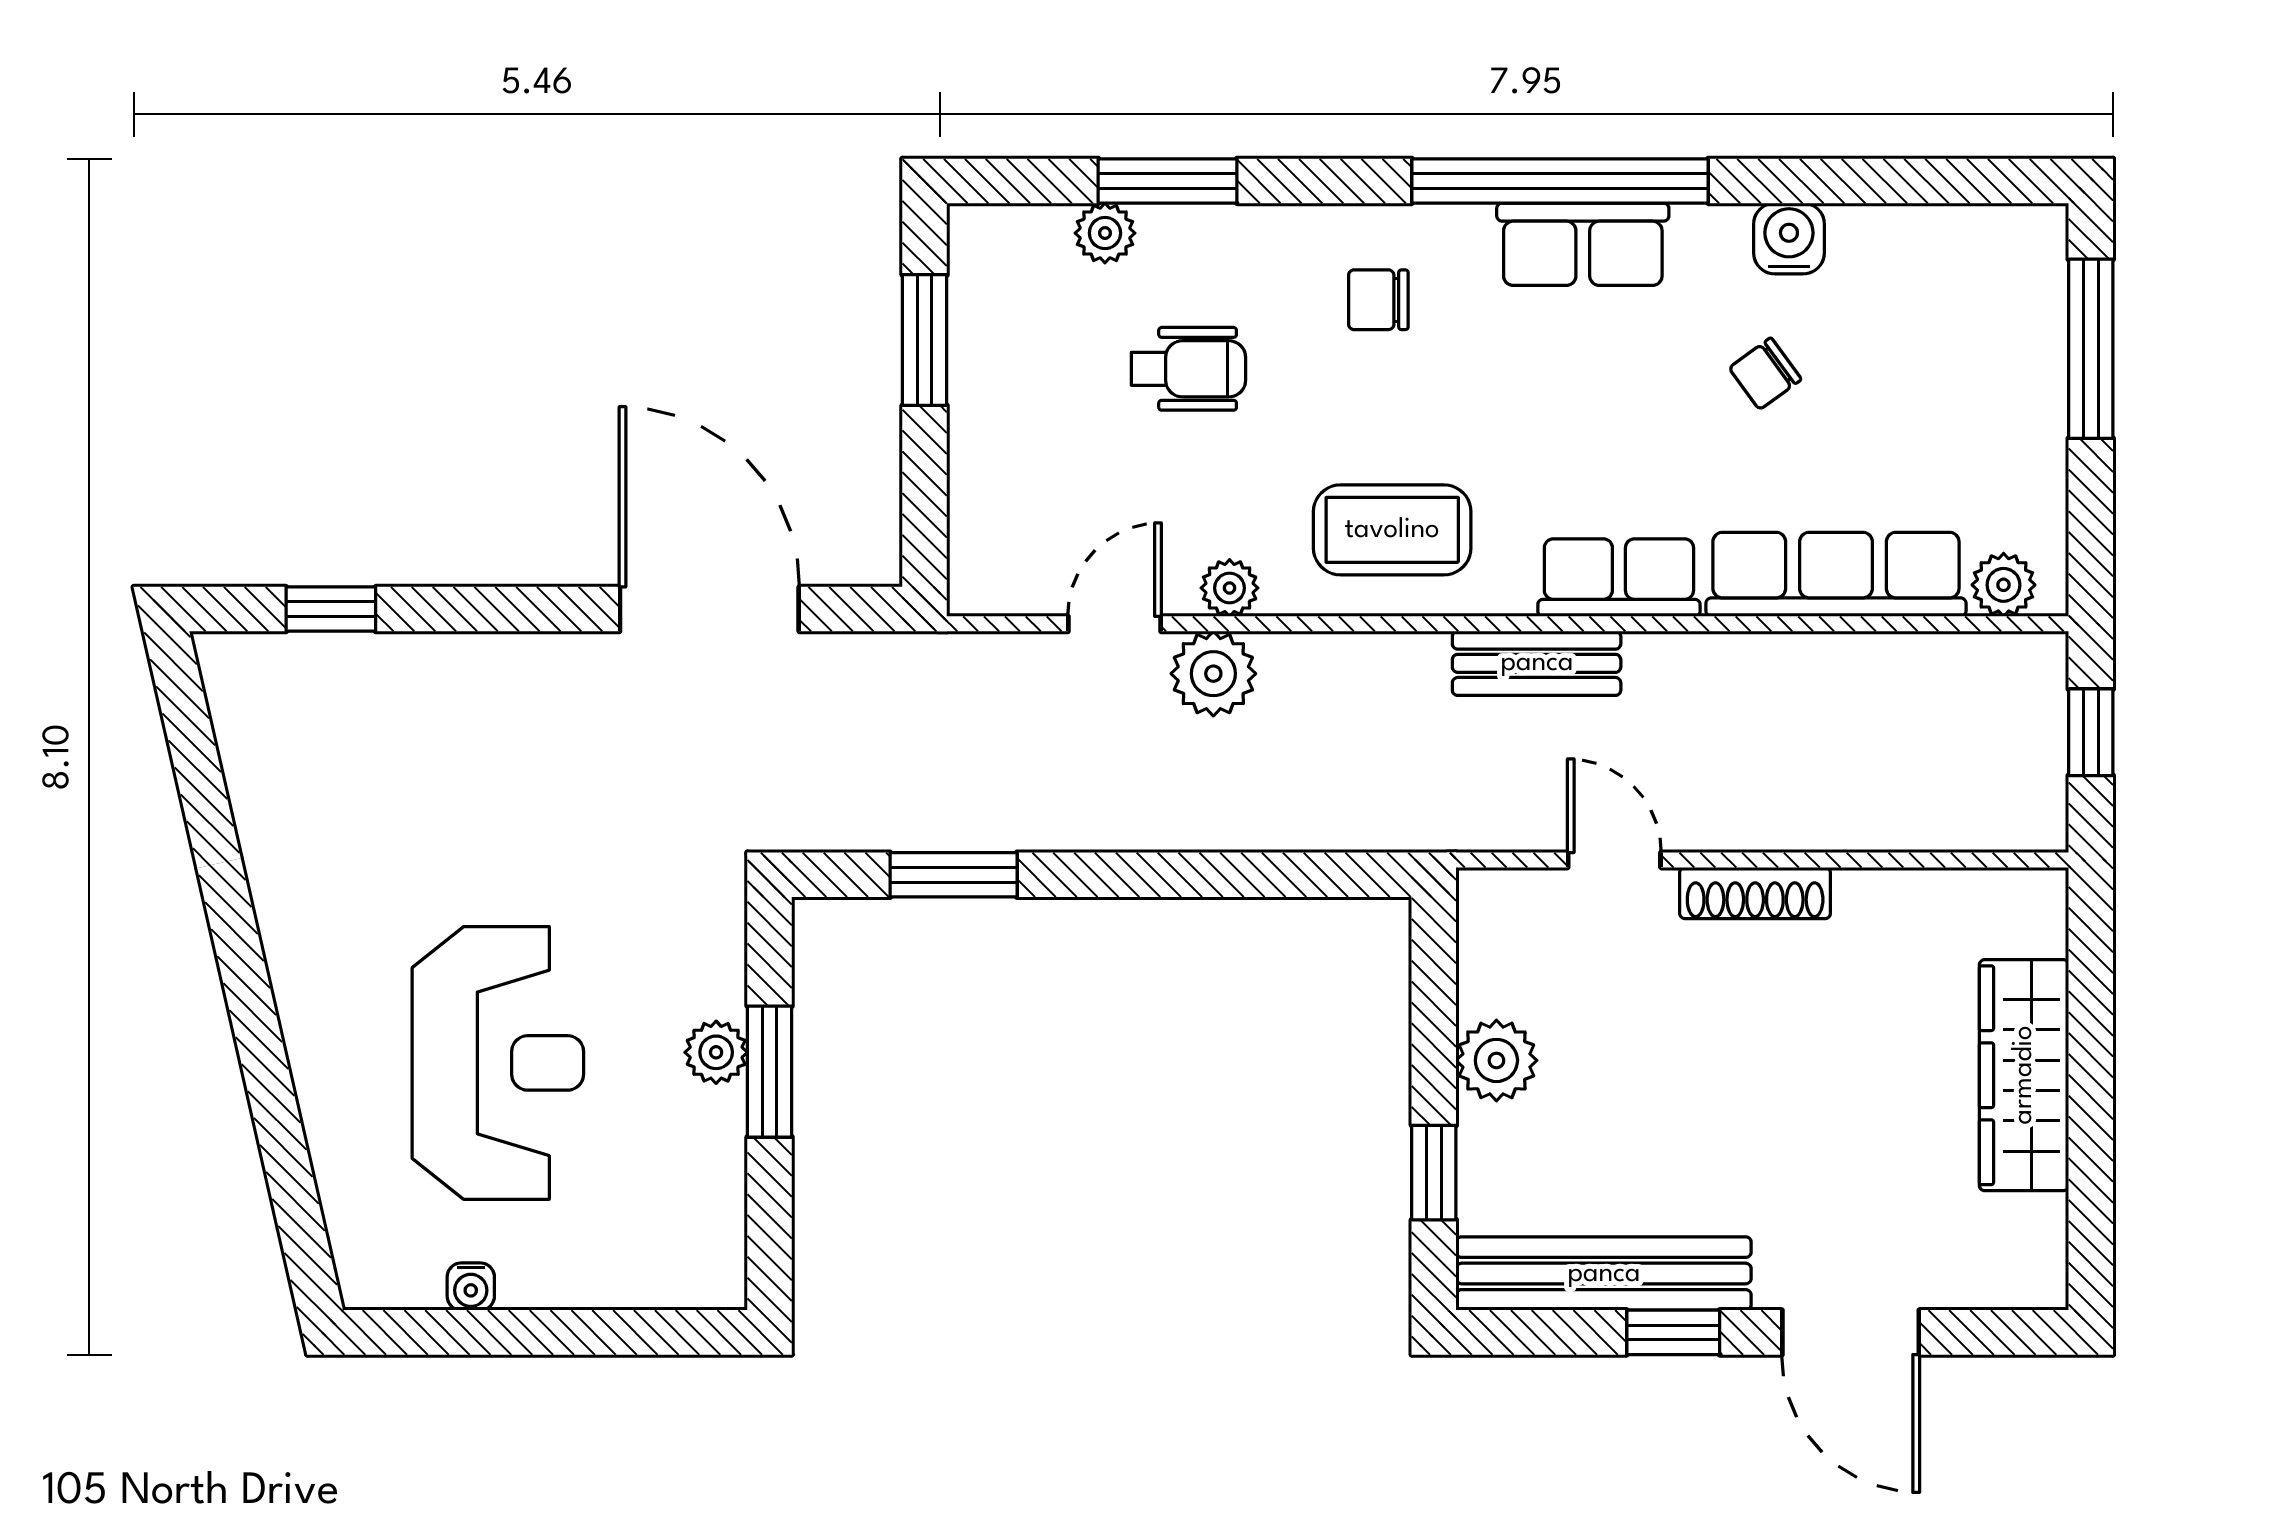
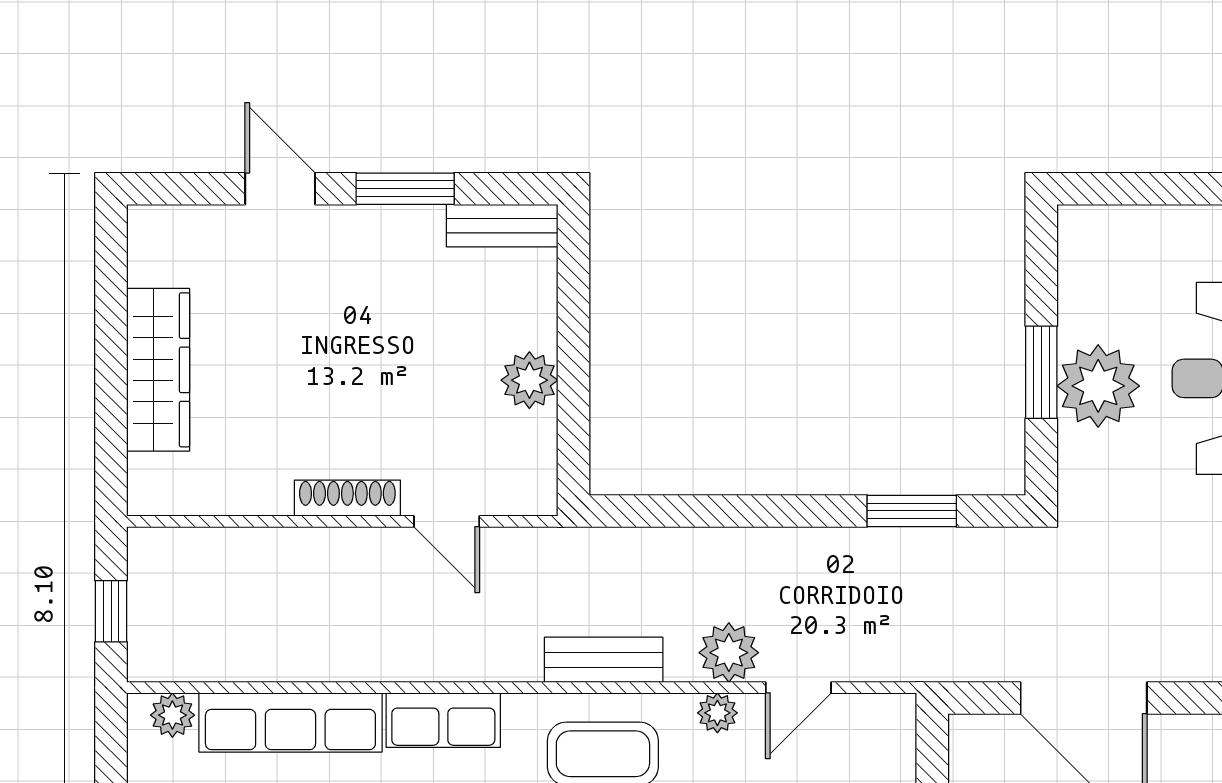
bench: (1537, 663) -> (604, 660), moved
plant: (716, 1052) -> (1098, 386), width x1.87, depth x1.87
window: (1434, 1173) -> (574, 301), removed
bench: (1604, 1274) -> (502, 226), width x0.54, depth x0.82
window: (1673, 1332) -> (405, 189), width x1.50
door: (1851, 1332) -> (280, 189), width x0.73

